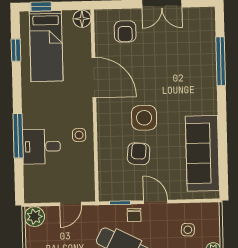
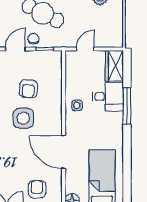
window: (16, 50) -> (127, 176), removed
wardrobe: (35, 184) -> (114, 66), added
door: (156, 202) -> (15, 49), swing flipped
plant: (34, 217) -> (115, 39), removed

